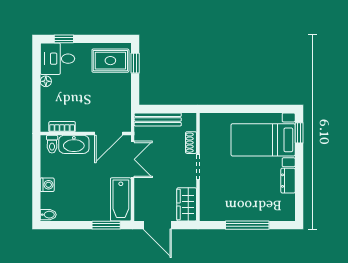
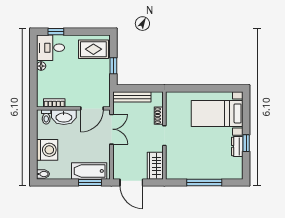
window: (135, 63) -> (113, 66), moved
window: (299, 133) -> (246, 143), moved
washing machine: (47, 185) -> (47, 150), width x1.89, depth x1.89
bathtub: (121, 199) -> (89, 171), moved, turned 90

